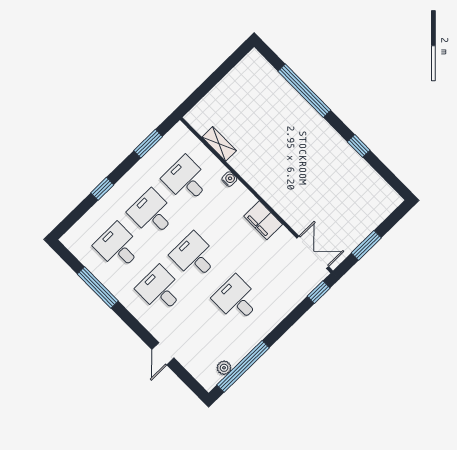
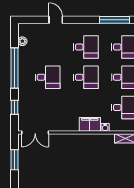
filing cabinet: (263, 220) -> (90, 124), moved
window: (319, 292) -> (15, 107), moved
window: (243, 366) -> (15, 68), moved

